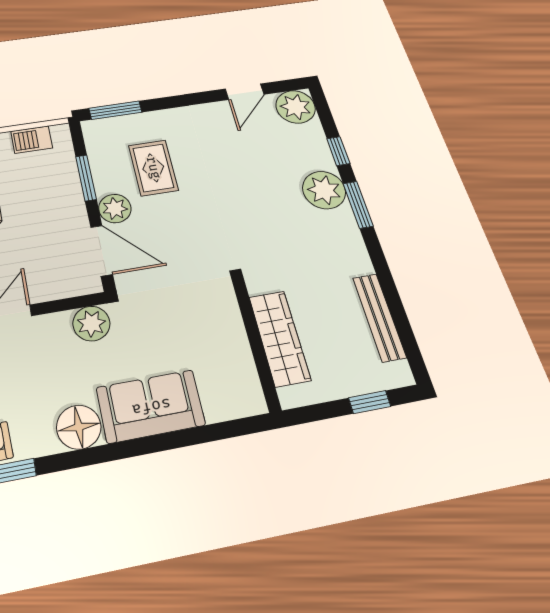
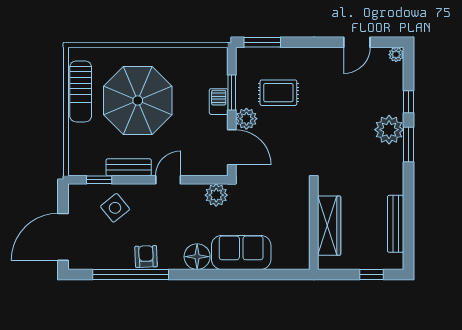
plant: (296, 107) -> (396, 55), width x0.53, depth x0.53
barbecue: (32, 140) -> (219, 102), moved, turned 90
rug: (153, 168) -> (278, 93), turned 90

